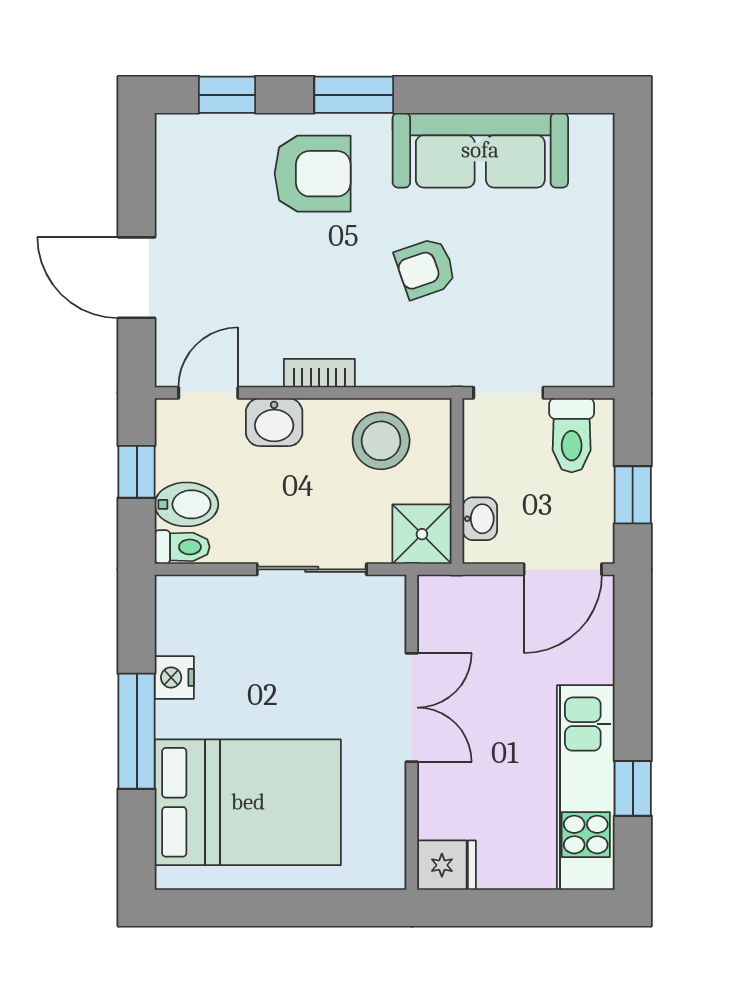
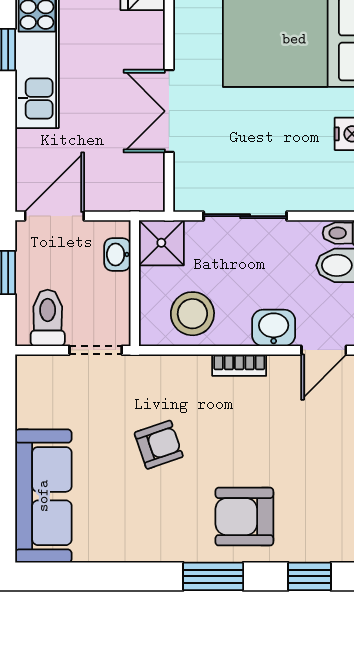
sofa: (480, 150) -> (43, 496), moved, turned 90

